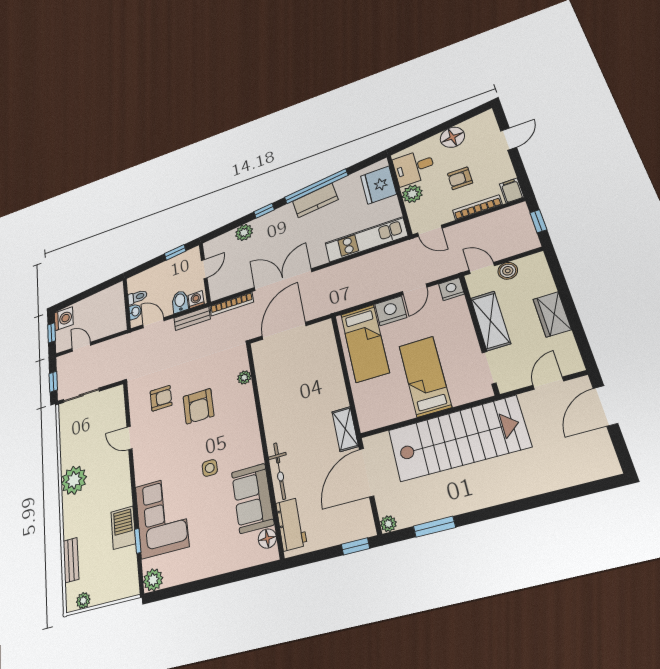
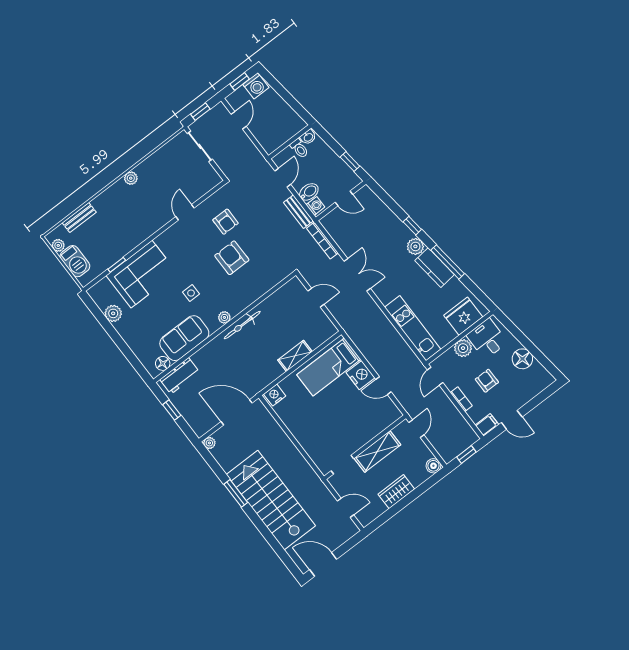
door: (509, 139) -> (512, 420), moved
window: (316, 186) -> (448, 262), width x0.68
bookcase: (477, 207) -> (461, 399), width x0.64
plant: (244, 233) -> (415, 246), moved
boiler: (508, 271) -> (433, 466), moved
double door: (283, 280) -> (357, 275), width x0.73
nightstand: (451, 289) -> (275, 395), moved, turned -90
washbasin: (135, 312) -> (308, 137), moved
door: (284, 331) -> (316, 298), width x0.53
bed: (425, 376) -> (320, 423), removed
plant: (244, 377) -> (224, 317), moved
armchair: (199, 406) -> (232, 258), turned 90
door: (605, 406) -> (323, 564), moved
shelving: (345, 429) -> (295, 356), moved
stairs: (458, 438) -> (271, 500), moved, turned 180
bicycle: (280, 471) -> (242, 325), moved
plant: (74, 480) -> (131, 178), width x0.53, depth x0.53
window: (434, 527) -> (236, 493), moved
barbecue: (123, 528) -> (75, 261), moved, turned 90
window: (355, 546) -> (172, 410), moved
plant: (153, 580) -> (113, 313), moved

